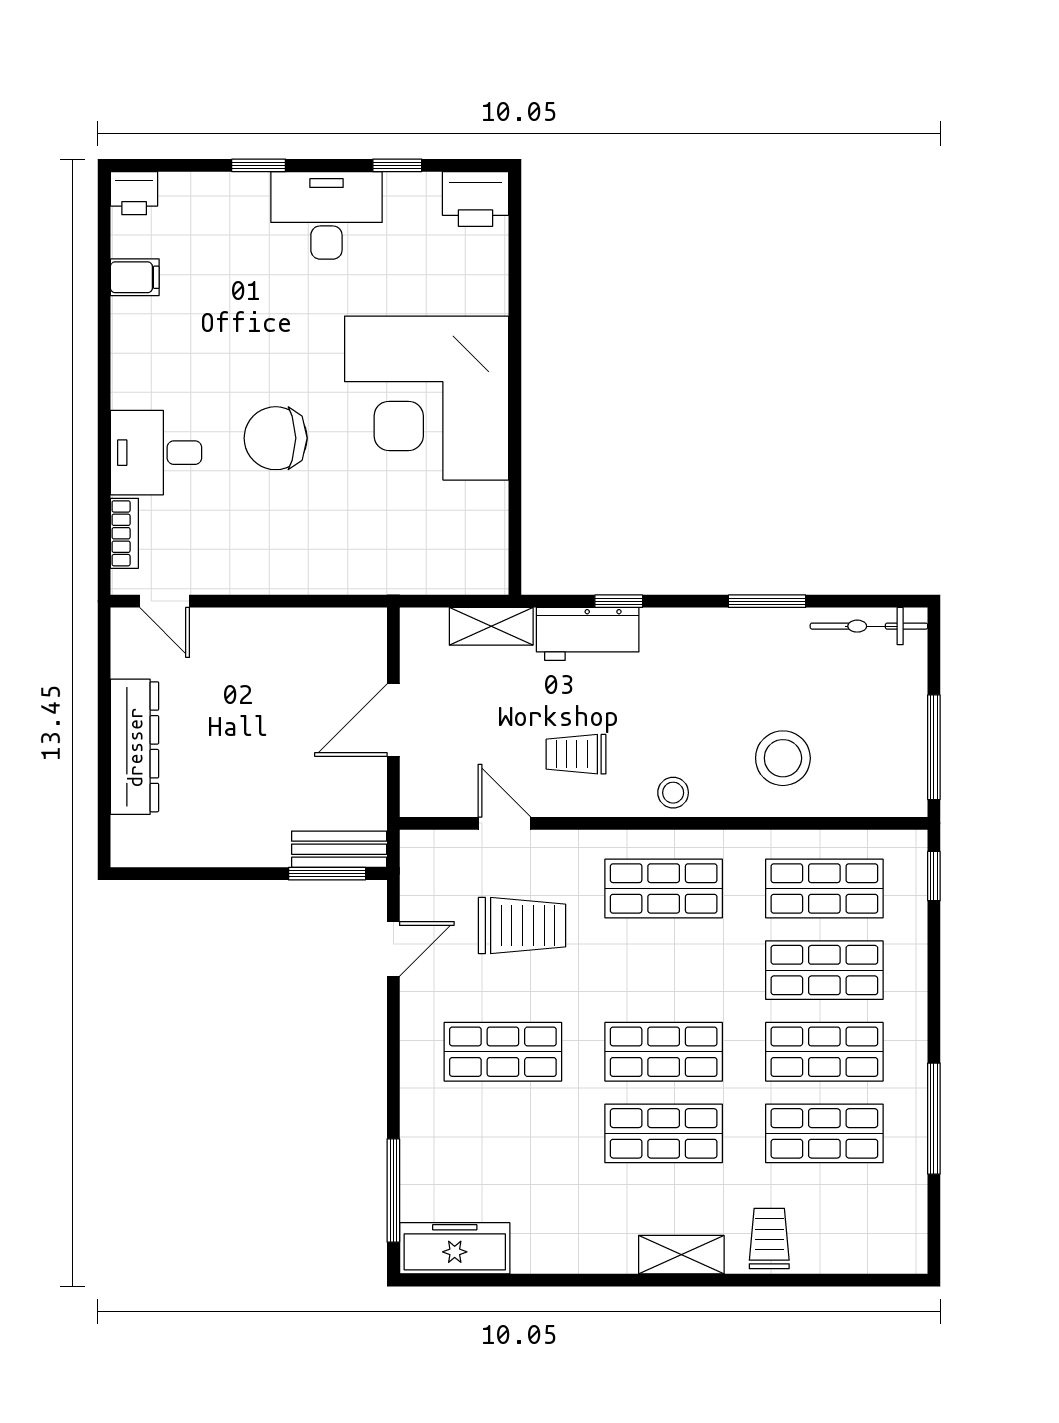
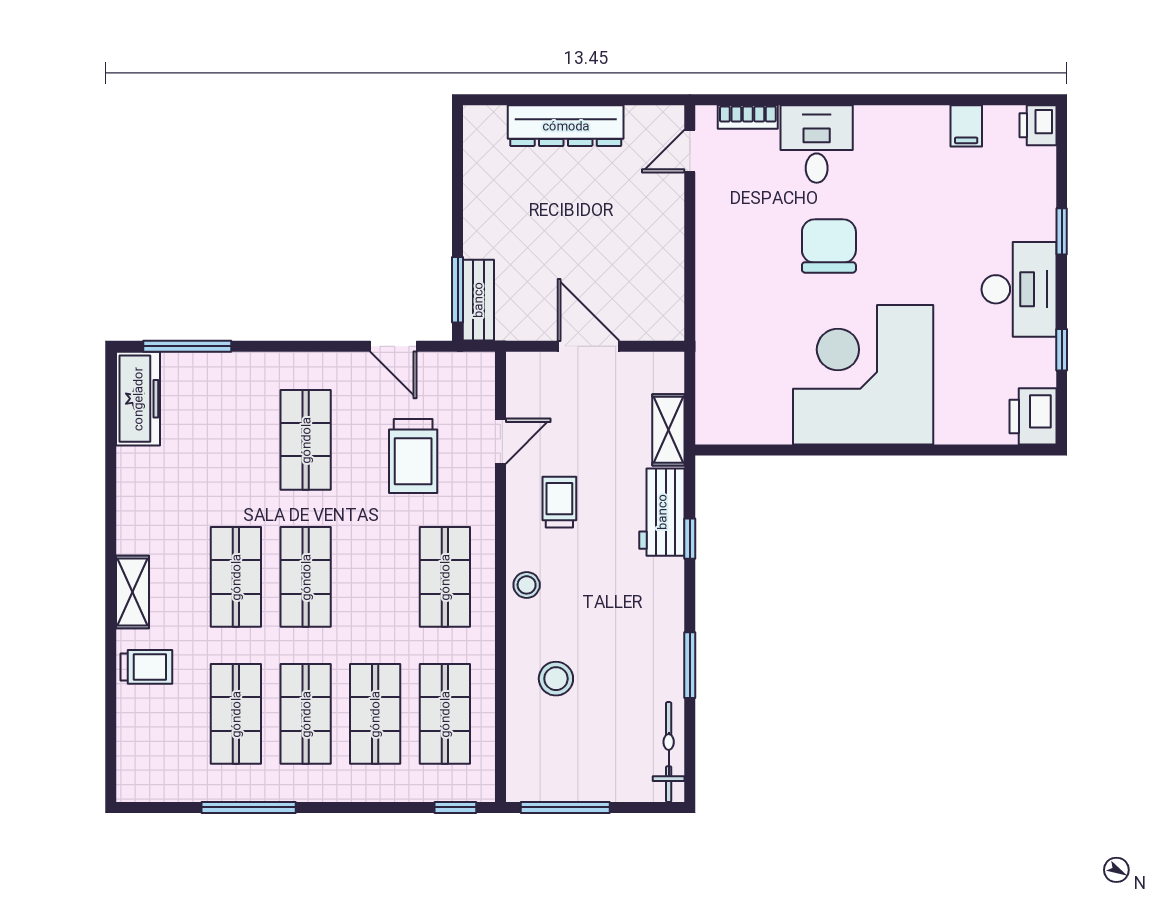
stool: (783, 758) -> (556, 679), width x0.73, depth x0.73

